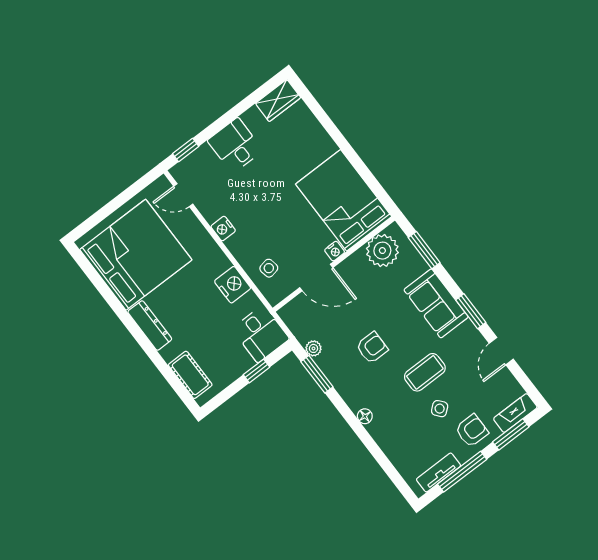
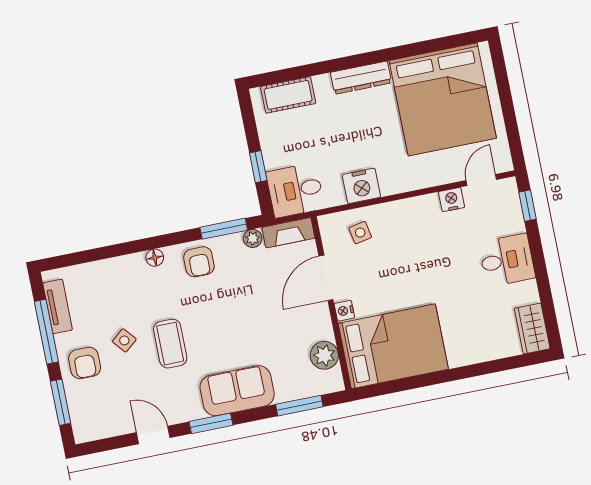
nightstand: (223, 229) -> (452, 200), moved
plant: (382, 251) -> (324, 355), width x0.73, depth x0.73
armchair: (372, 348) -> (199, 262), moved
fireplace: (515, 413) -> (288, 233), moved, turned 90

